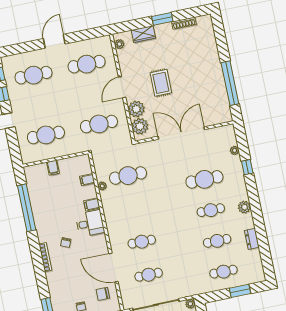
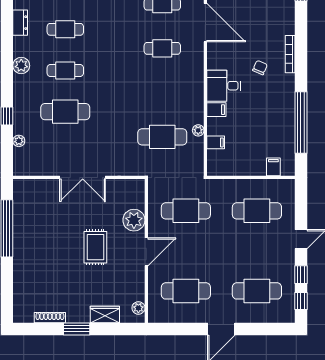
plant: (140, 126) -> (134, 197), removed
double door: (181, 133) -> (83, 177), width x0.73
filing cabinet: (53, 168) -> (273, 167), moved

